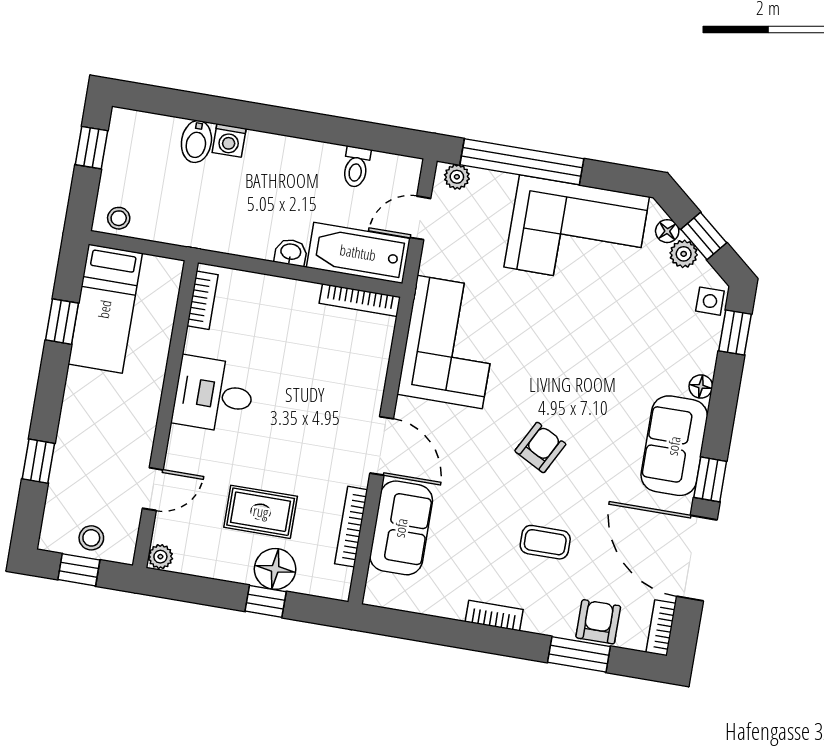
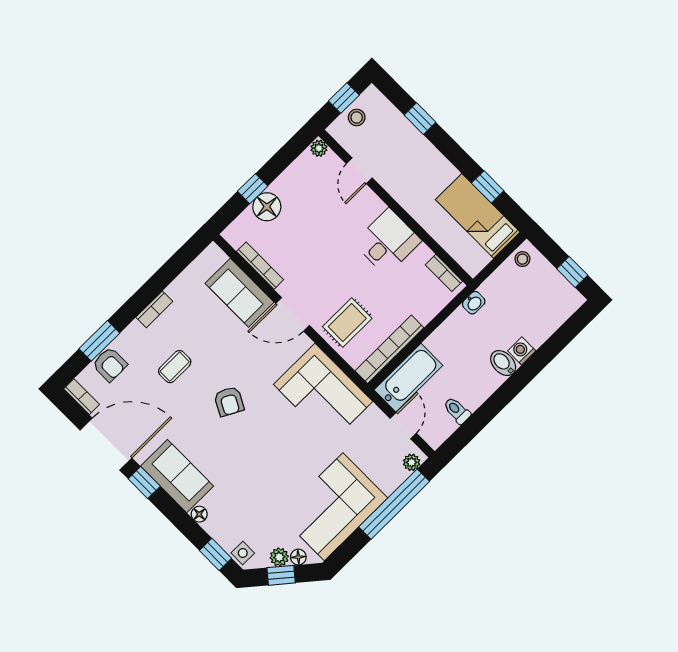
bidet: (196, 142) -> (503, 363), moved
washbasin: (291, 252) -> (474, 303), moved
bookcase: (360, 300) -> (389, 349), width x1.48, depth x1.31
rug: (261, 512) -> (347, 323), moved

